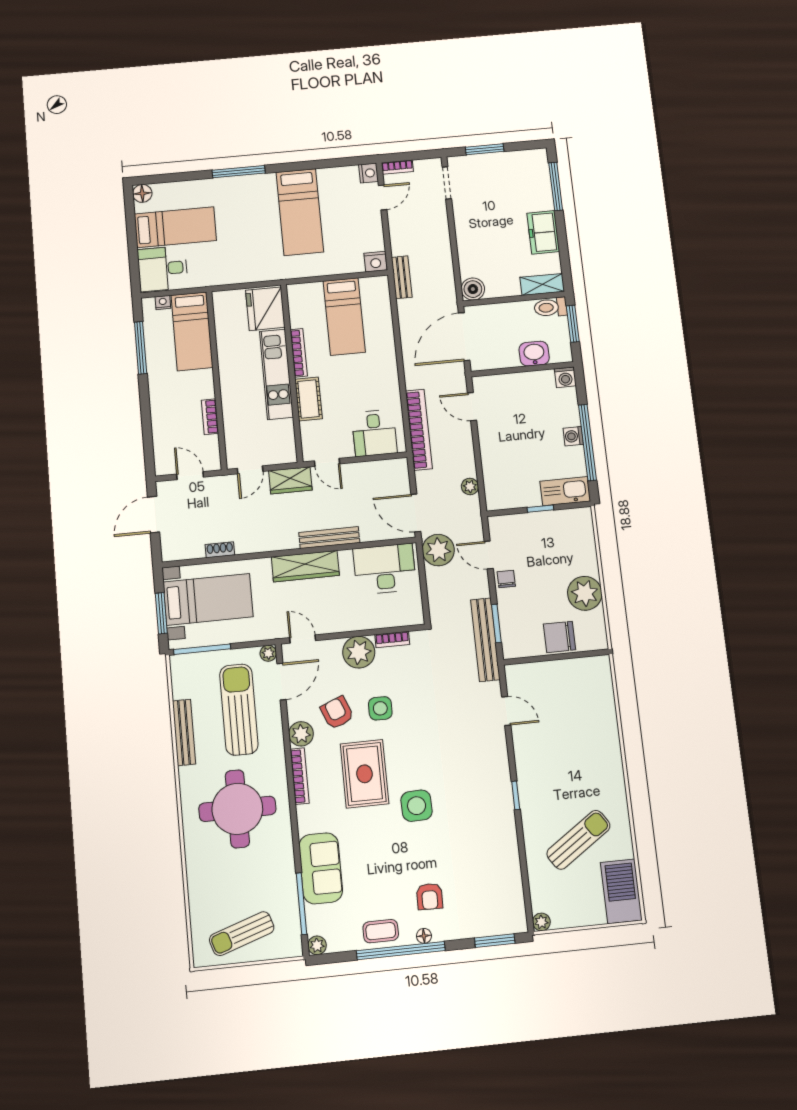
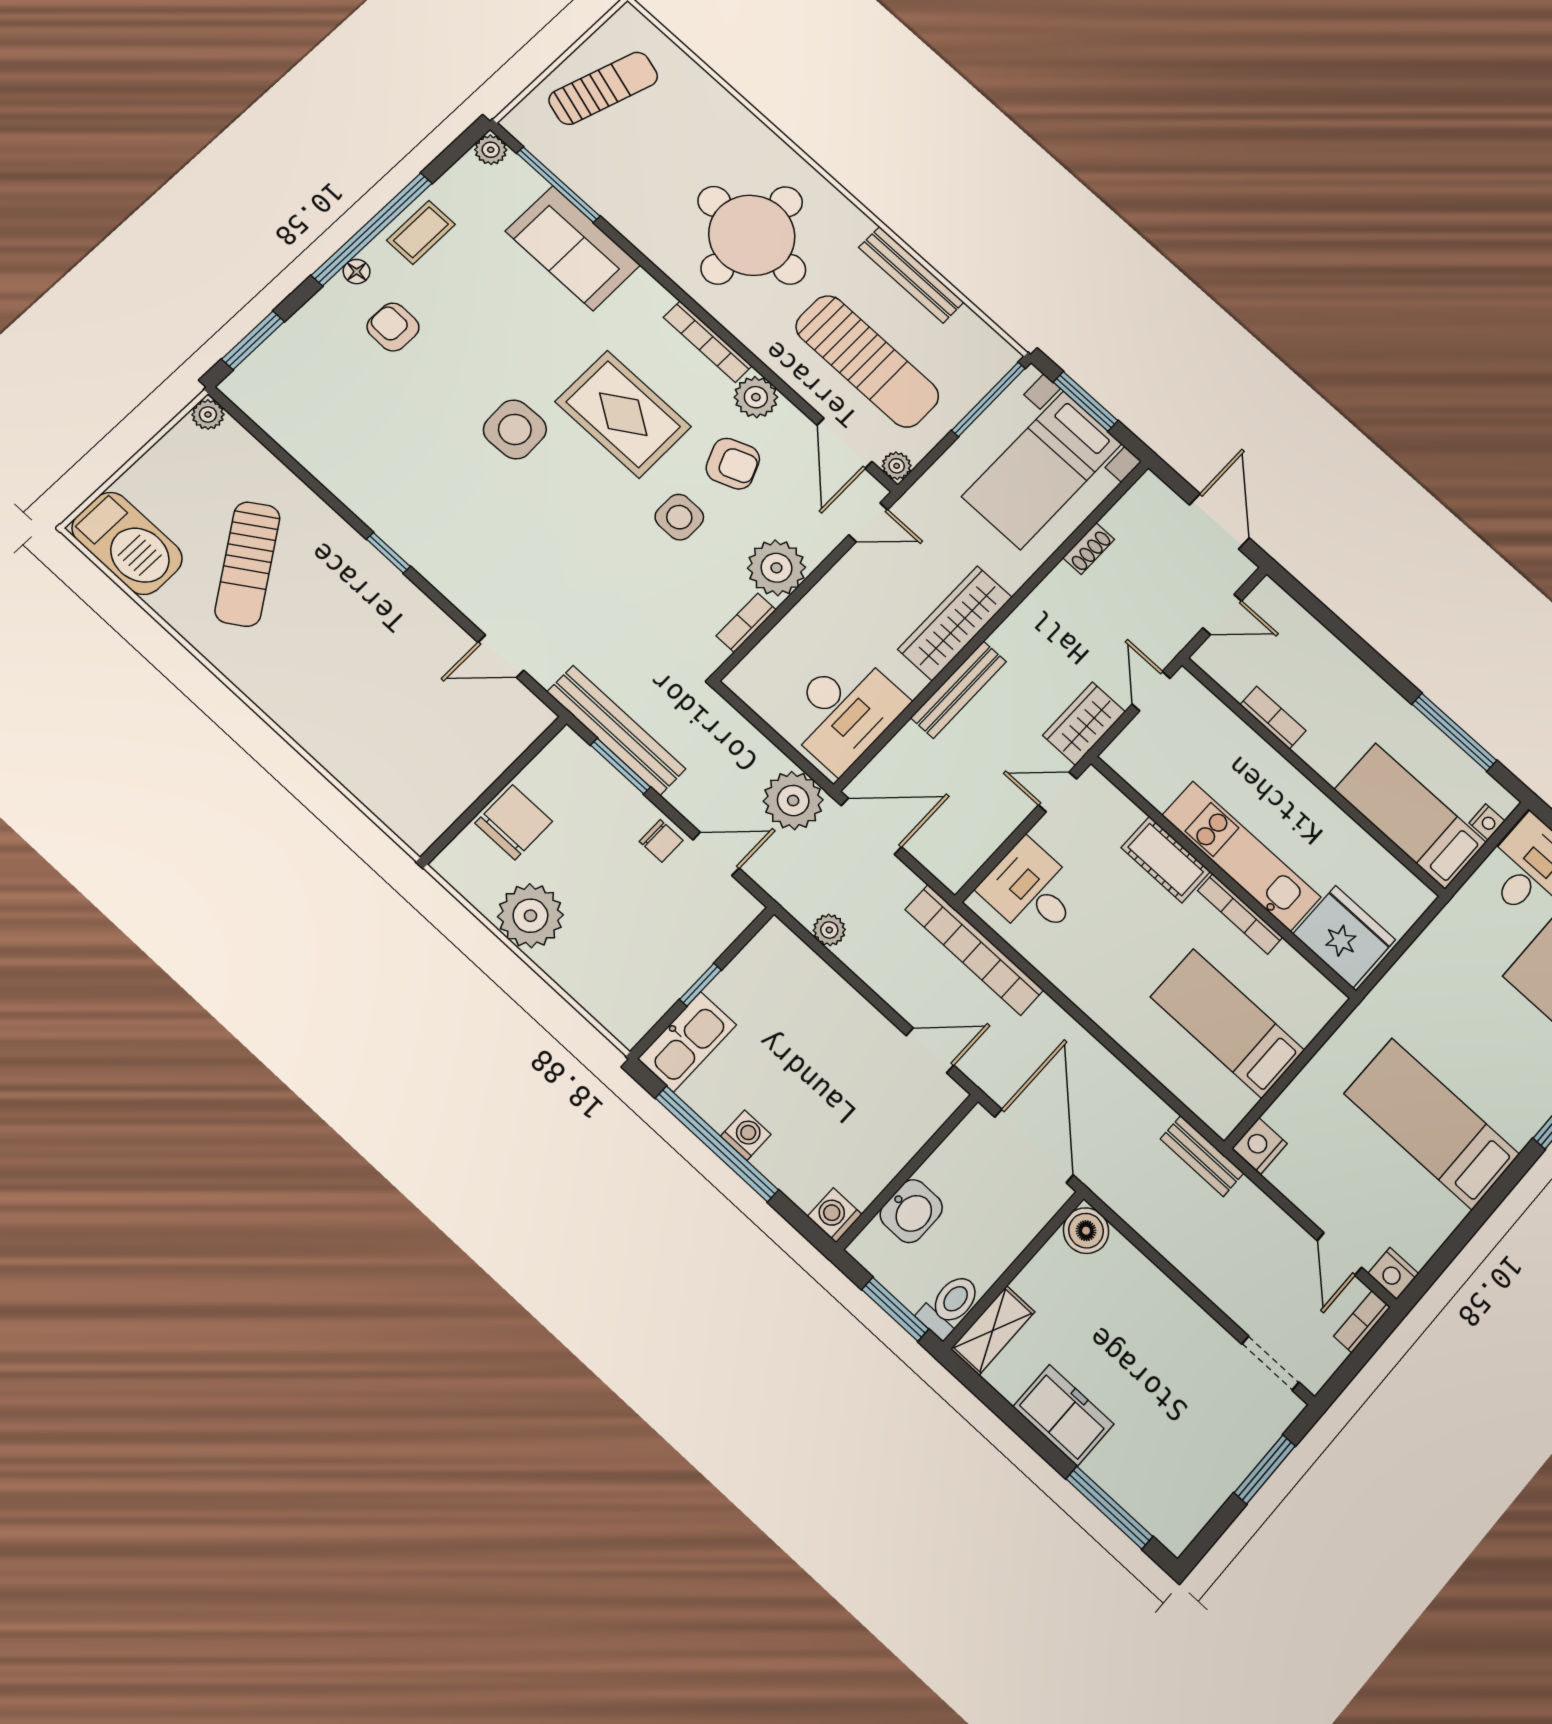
sun lounger: (242, 934) -> (603, 88), turned 35

